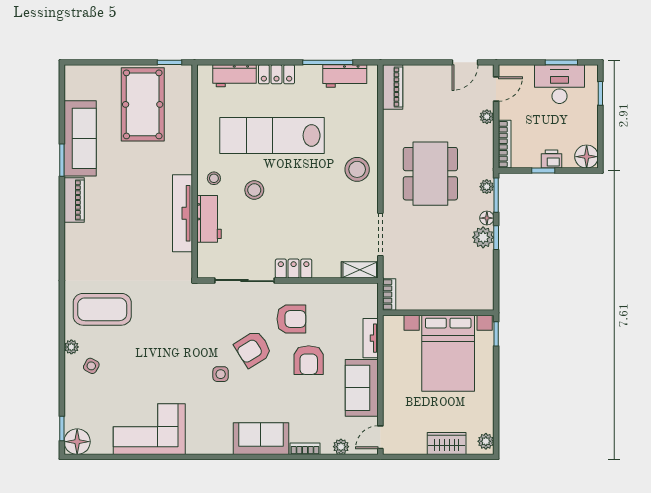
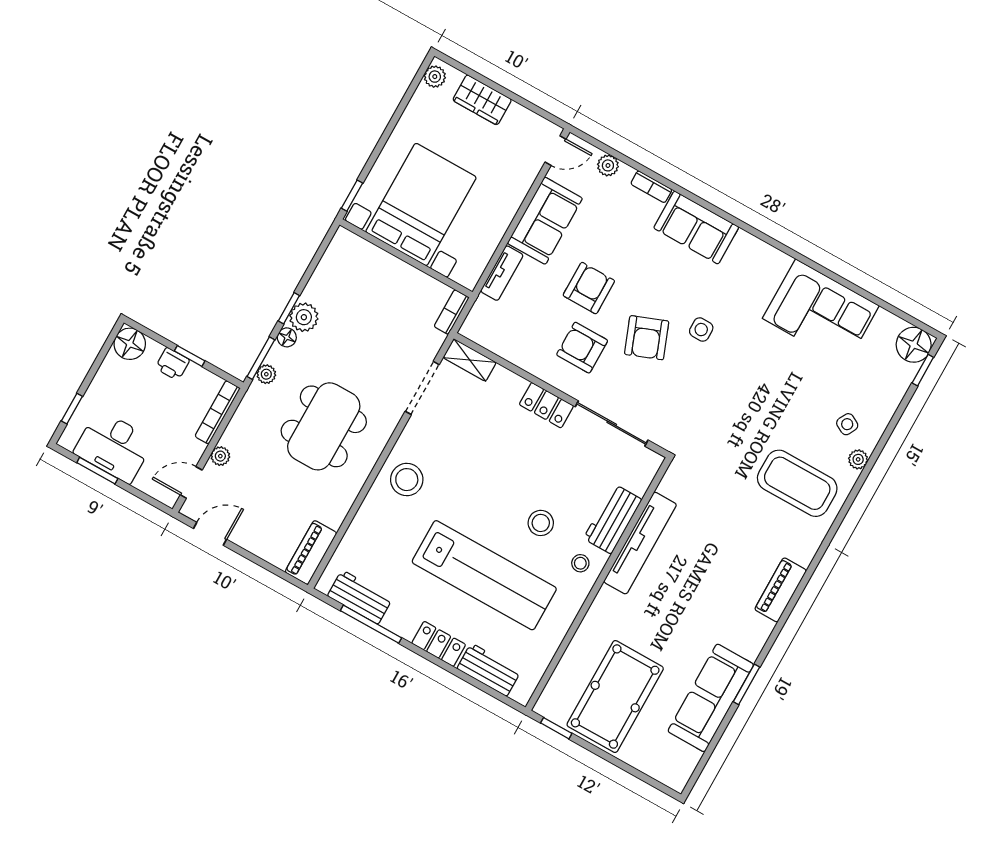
piano: (74, 200) -> (781, 590), moved
armchair: (253, 349) -> (647, 338), turned 101

